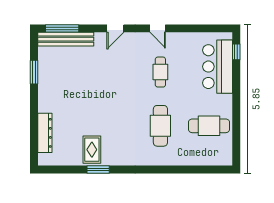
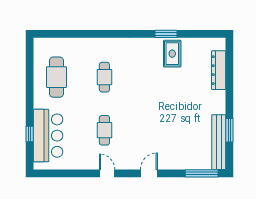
bench: (66, 39) -> (219, 142), moved, turned 90
window: (236, 52) -> (30, 134), moved
cafe table: (160, 126) -> (104, 77), width x0.73, depth x0.74
cafe table: (209, 126) -> (56, 77), turned 90

